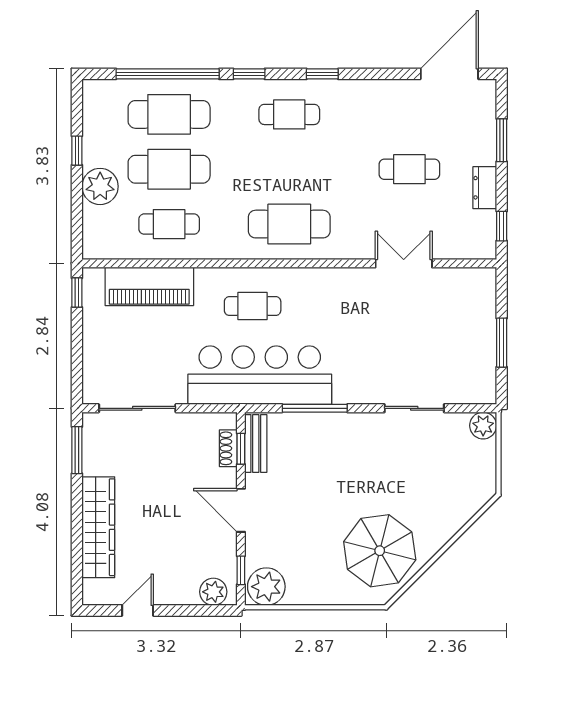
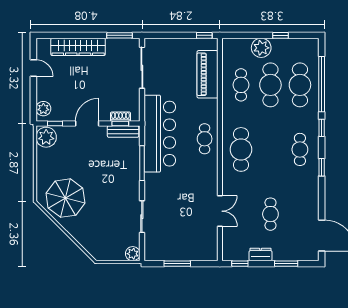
cafe table: (253, 306) -> (205, 139), moved

